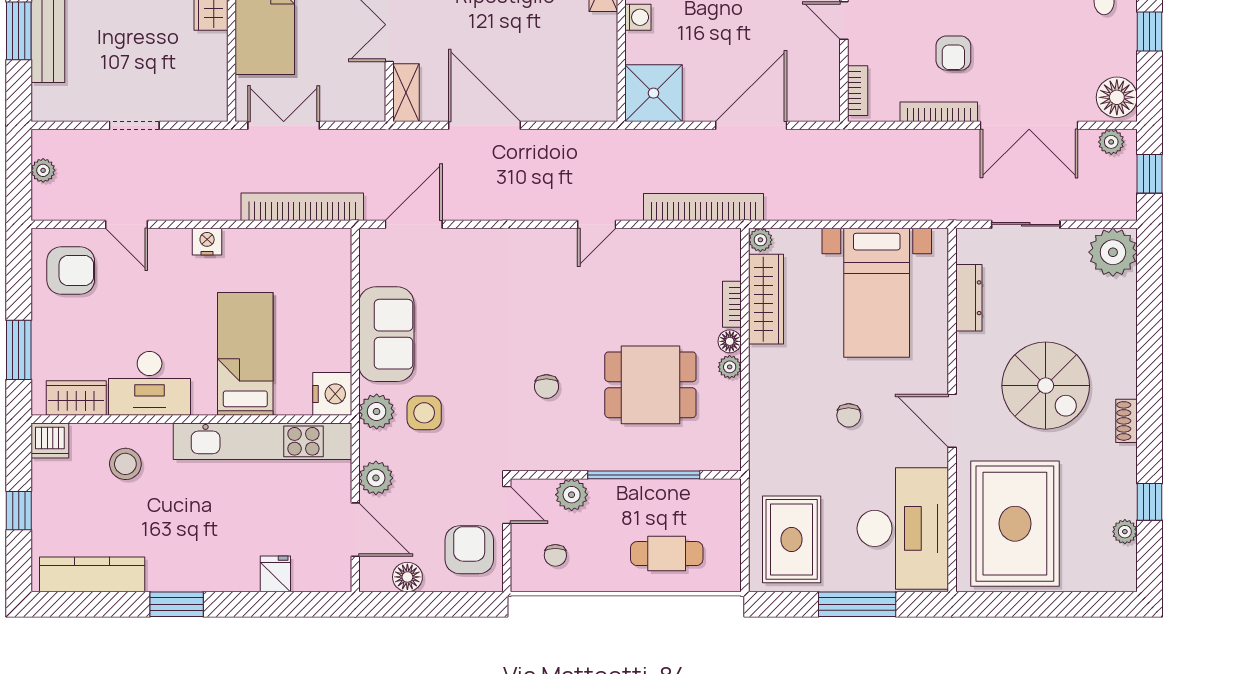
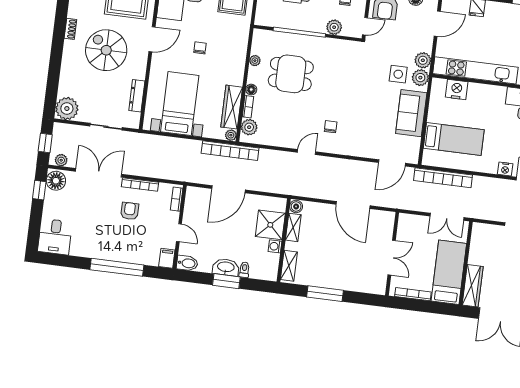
window: (1149, 31) -> (39, 190), moved
shelving: (406, 93) -> (293, 227), moved
shower: (653, 93) -> (270, 225), moved
boiler: (604, 107) -> (296, 206), added
bookcase: (703, 207) -> (230, 151), moved
nightstand: (207, 242) -> (505, 169), moved
plant: (724, 261) -> (249, 127), added
bed: (245, 354) -> (454, 139), moved, turned -90
plant: (730, 367) -> (255, 61), moved
chair: (546, 387) -> (331, 127), moved
nightstand: (332, 394) -> (457, 89), moved, turned 90
door: (952, 421) -> (152, 39), hinge flipped
plant: (376, 478) -> (423, 60), moved
door: (507, 505) -> (365, 26), swing flipped
door: (355, 530) -> (437, 24), swing flipped

